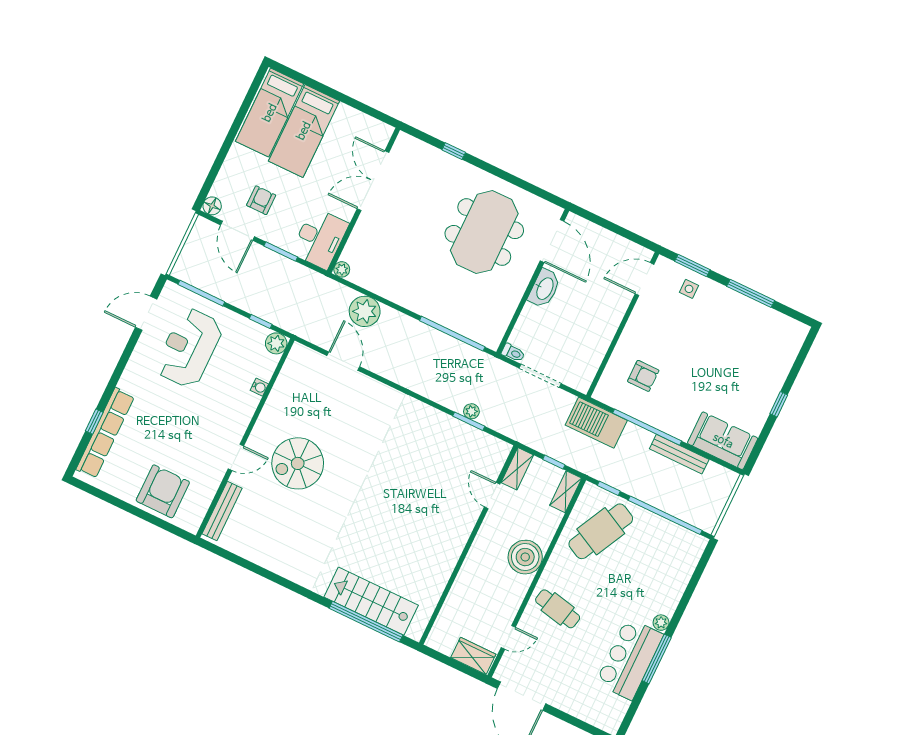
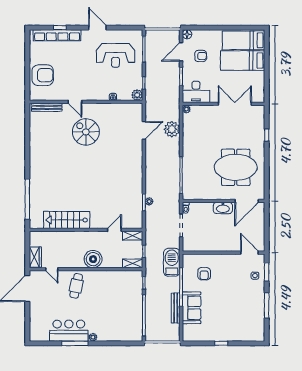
door: (146, 313) -> (97, 28), moved
reception desk: (189, 348) -> (116, 55), turned 180
sofa: (723, 441) -> (192, 308), moved
cafe table: (601, 531) -> (122, 289), removed
stairs: (371, 601) -> (67, 220), moved, turned -90

